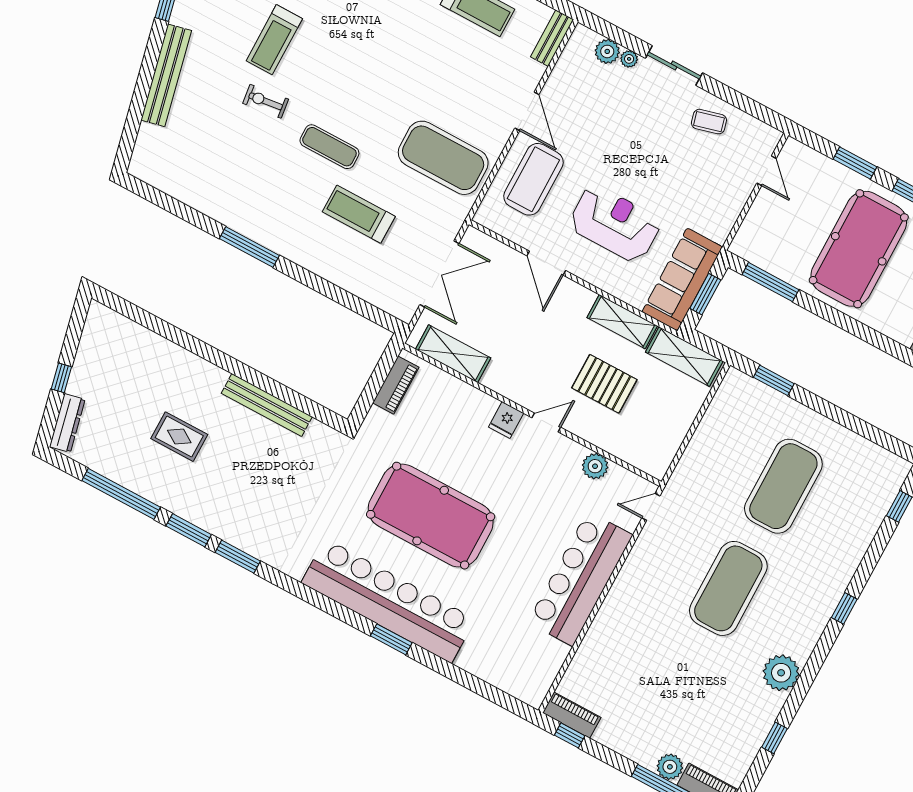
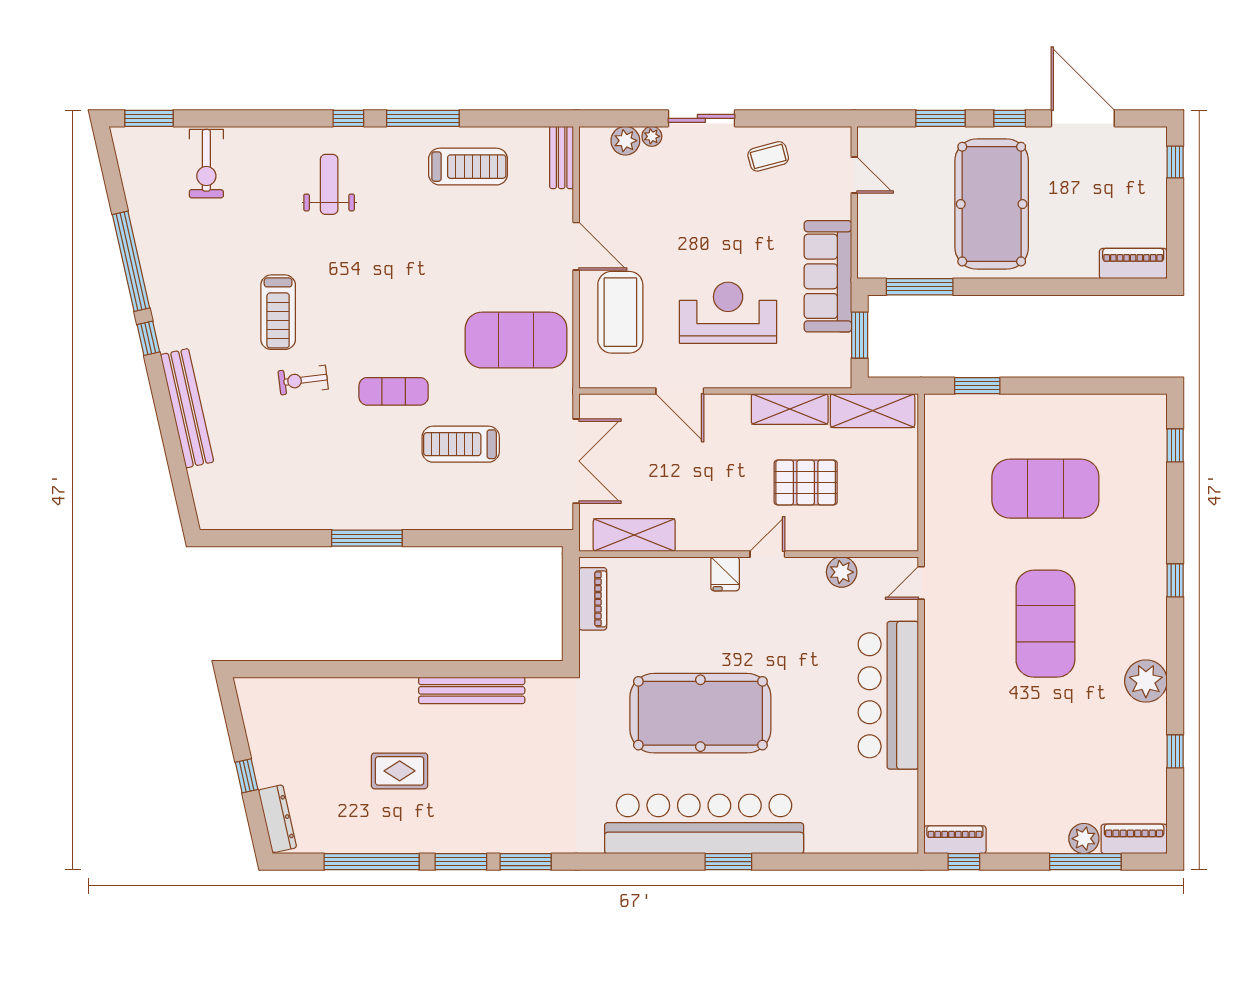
sofa: (682, 279) -> (828, 276), moved
exercise mat: (783, 486) -> (1045, 489), turned 90

